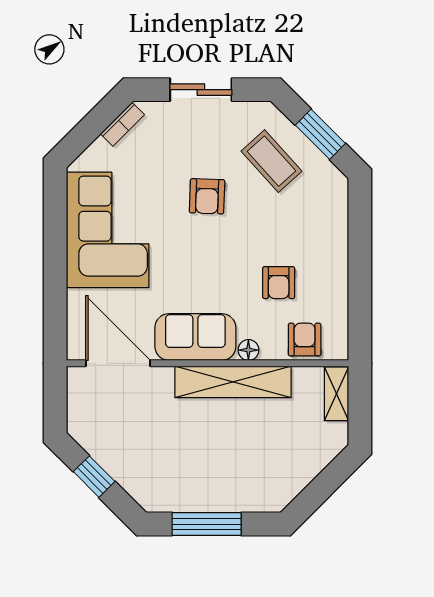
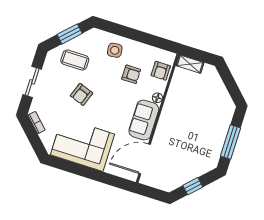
coffee table: (271, 161) -> (75, 60), turned 42
armchair: (207, 196) -> (82, 94), turned 108
side table: (316, 235) -> (115, 50), added
armchair: (305, 339) -> (161, 71), turned -90
shelving: (233, 382) -> (170, 109), removed

